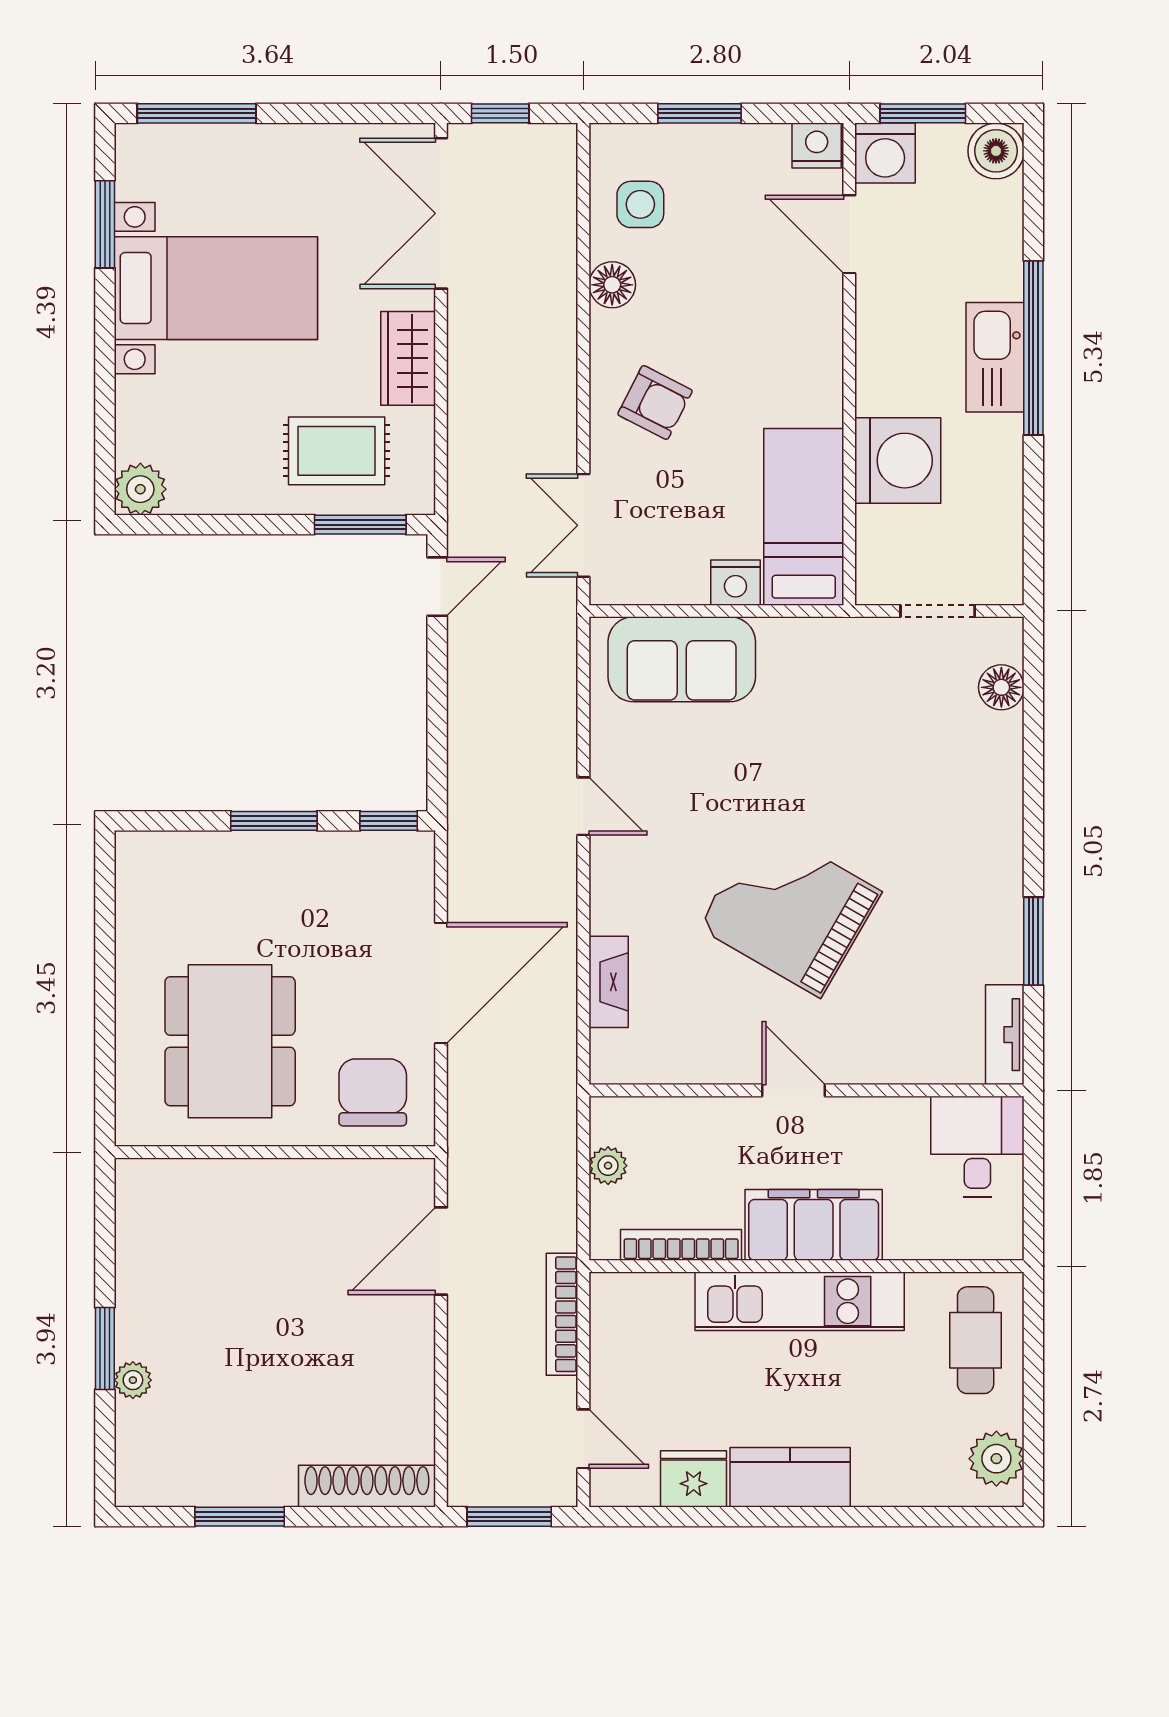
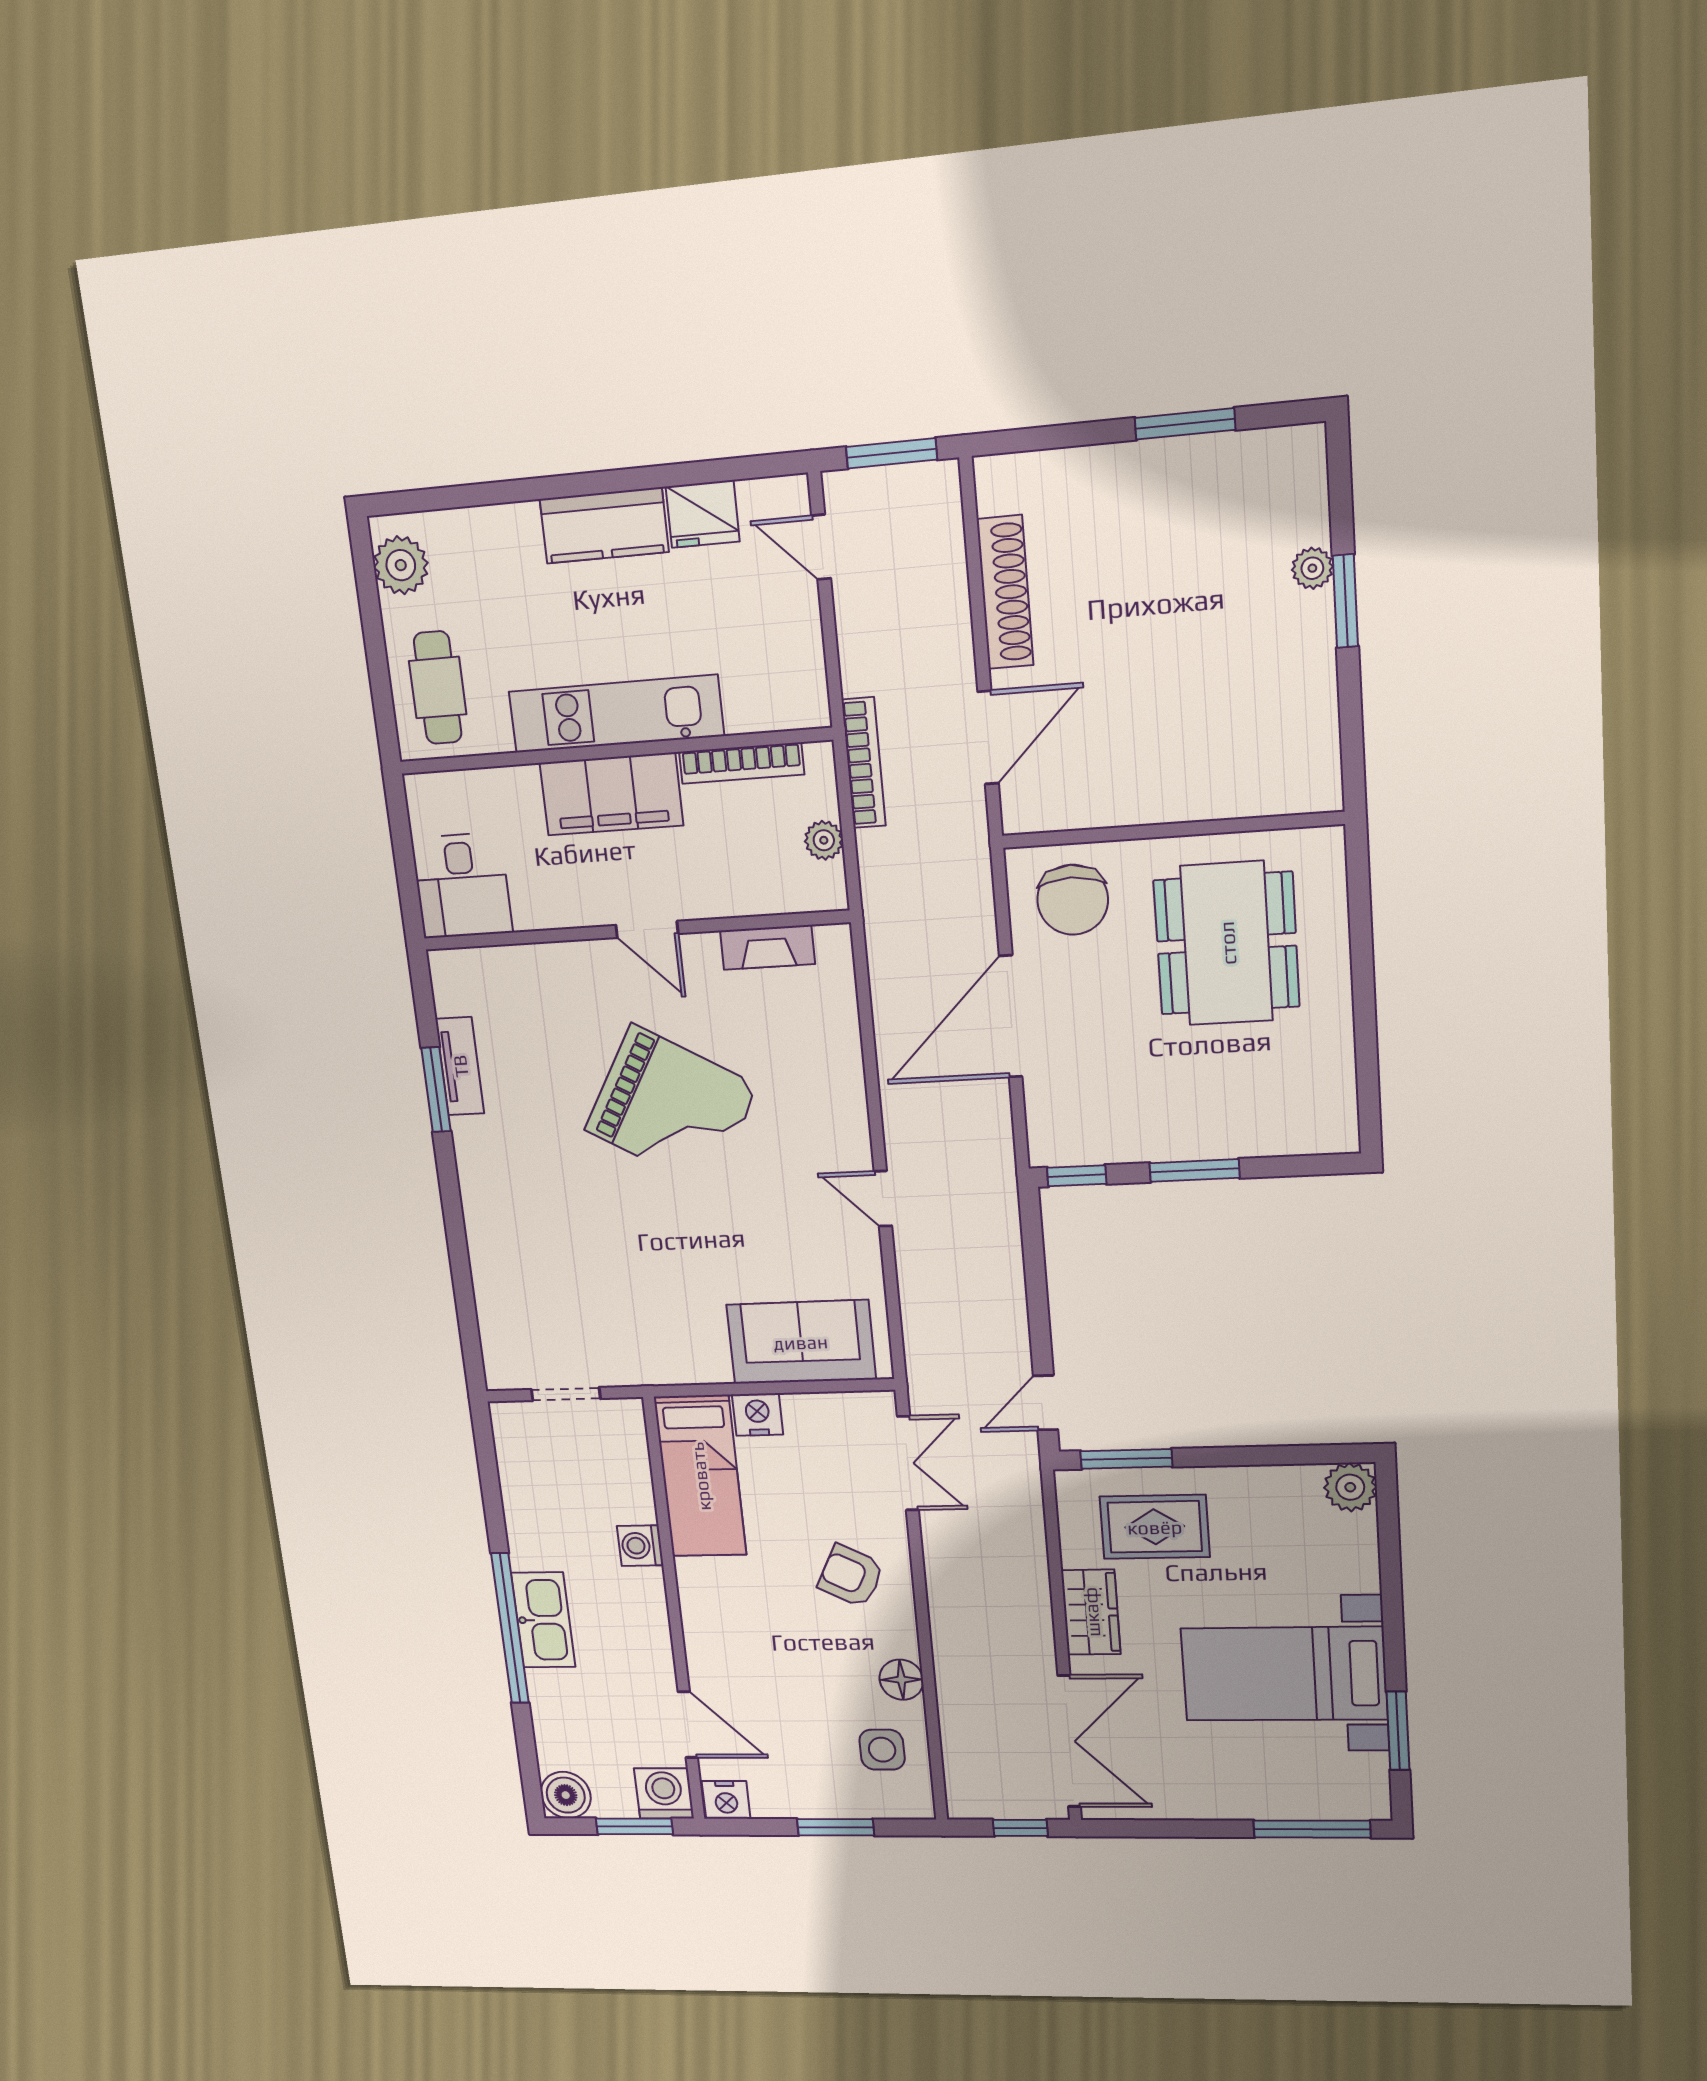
washing machine: (898, 461) -> (640, 1546), width x0.53, depth x0.53
floor lamp: (1001, 687) -> (498, 1326), removed
fireplace: (609, 982) -> (767, 947), moved, turned -90
tv unit: (1005, 1035) -> (460, 1066), moved
bookcase: (562, 1314) -> (864, 763), moved
shoe rack: (367, 1486) -> (1005, 592), moved, turned -90

